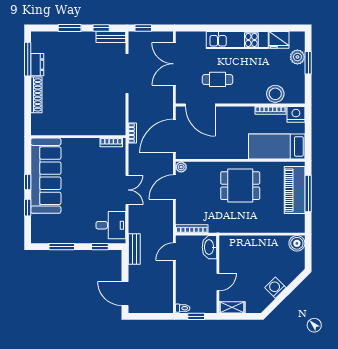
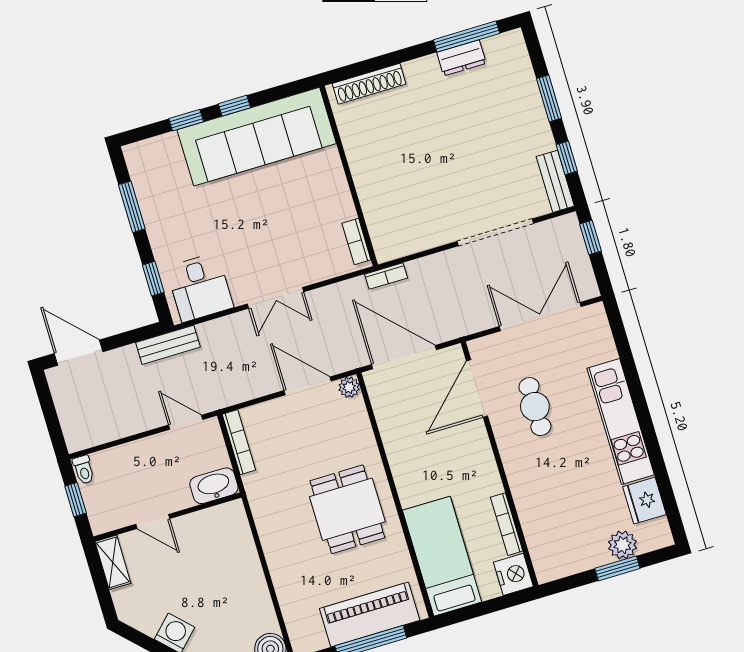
stool: (275, 94) -> (541, 524), removed
shoe rack: (36, 95) -> (369, 84), moved
door: (125, 294) -> (79, 353), hinge flipped

